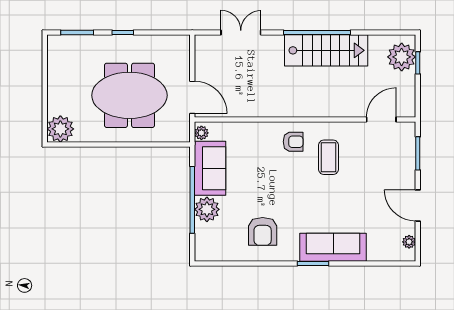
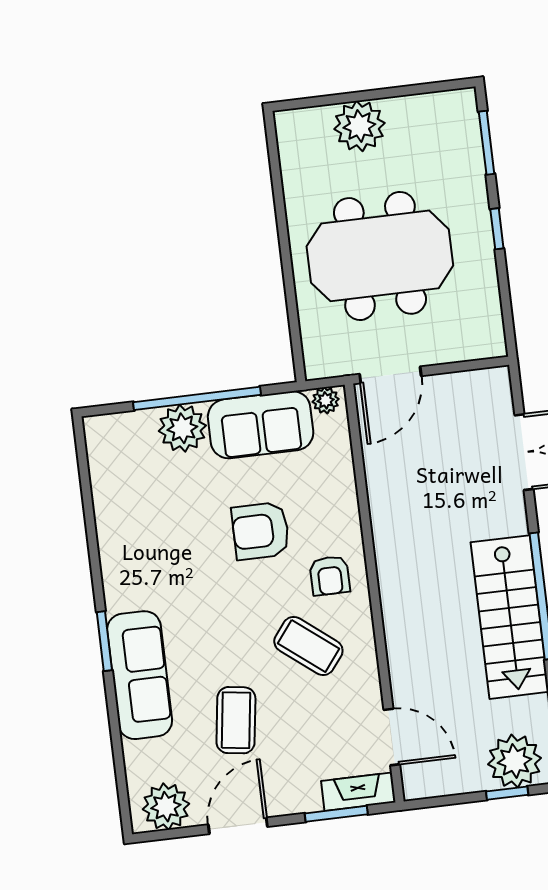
meeting table: (129, 95) -> (380, 256), turned 90
plant: (60, 129) -> (359, 126), moved
fireplace: (408, 141) -> (358, 792), added
coffee table: (328, 157) -> (308, 646), turned 38
coffee table: (363, 200) -> (236, 720), added
armchair: (263, 231) -> (261, 531), moved
plant: (409, 242) -> (166, 807), width x1.88, depth x1.88

